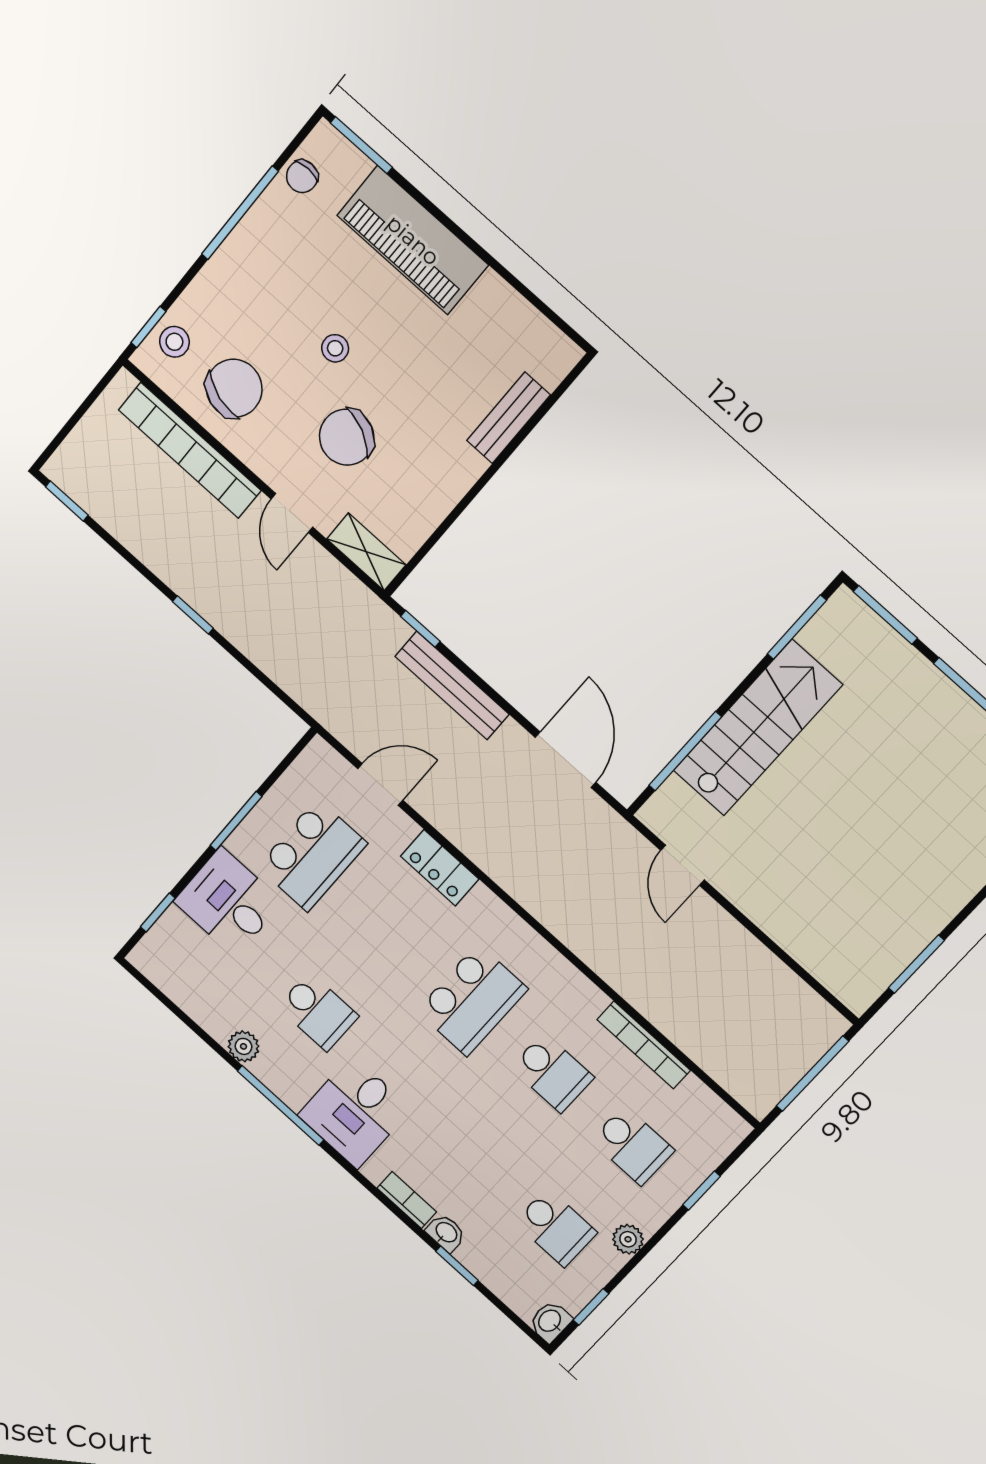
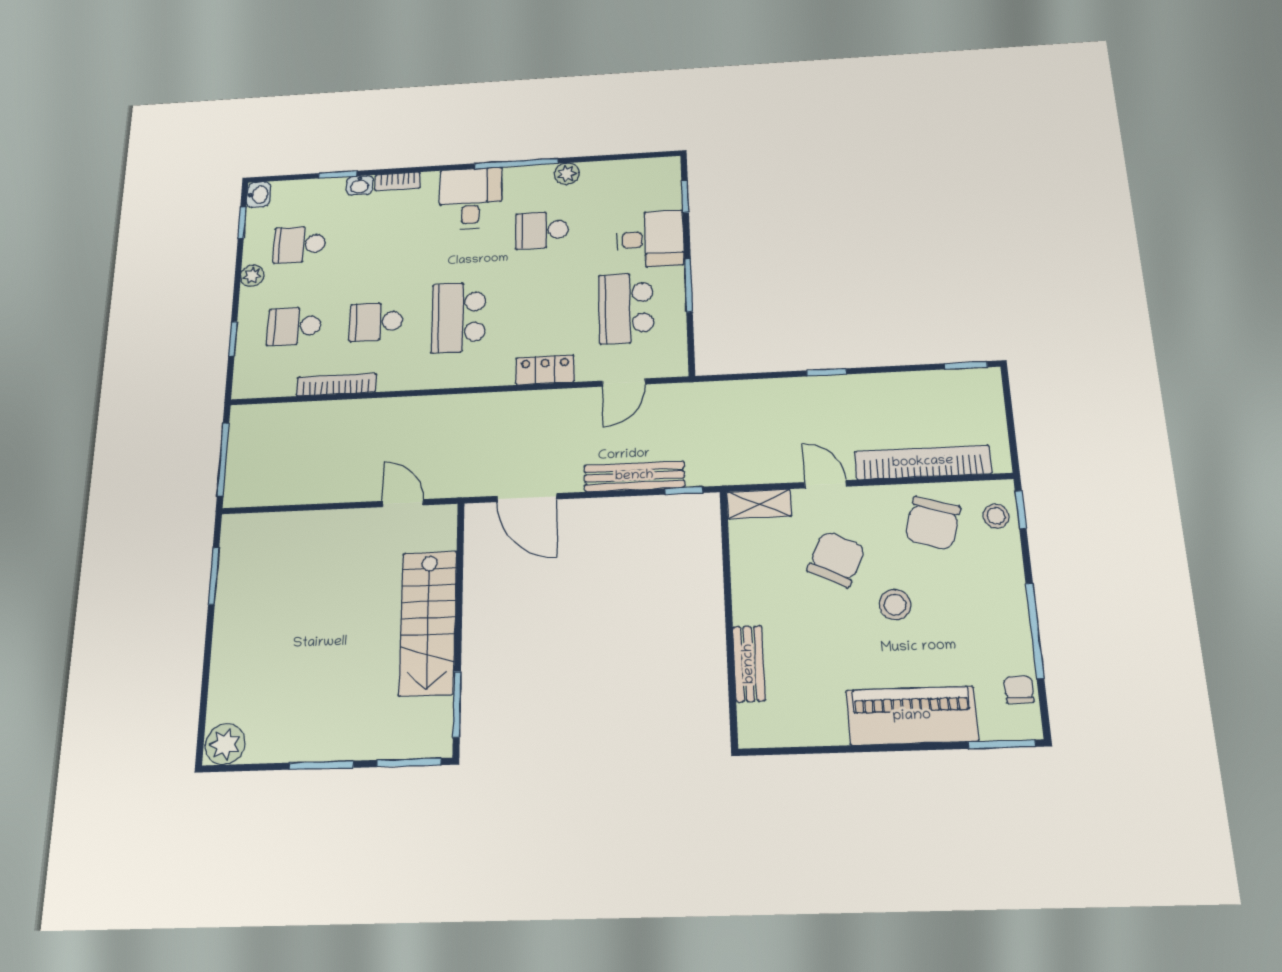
stool: (335, 348) -> (895, 605), width x1.37, depth x1.37
window: (685, 751) -> (460, 569), removed

